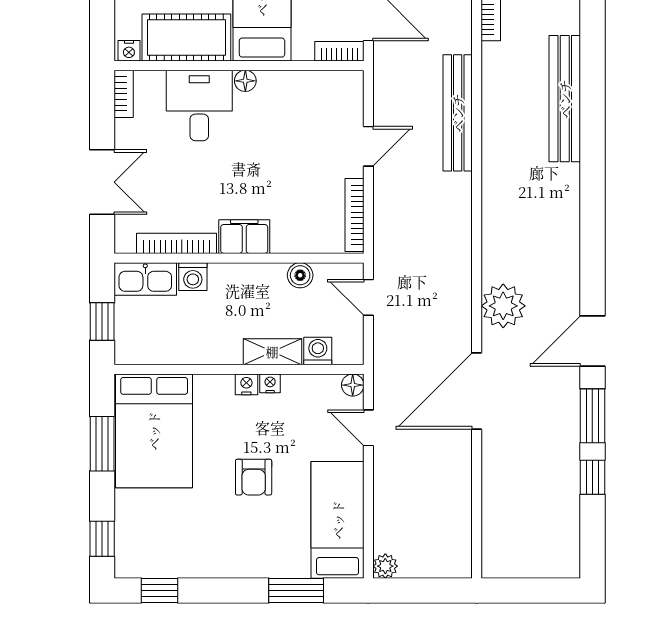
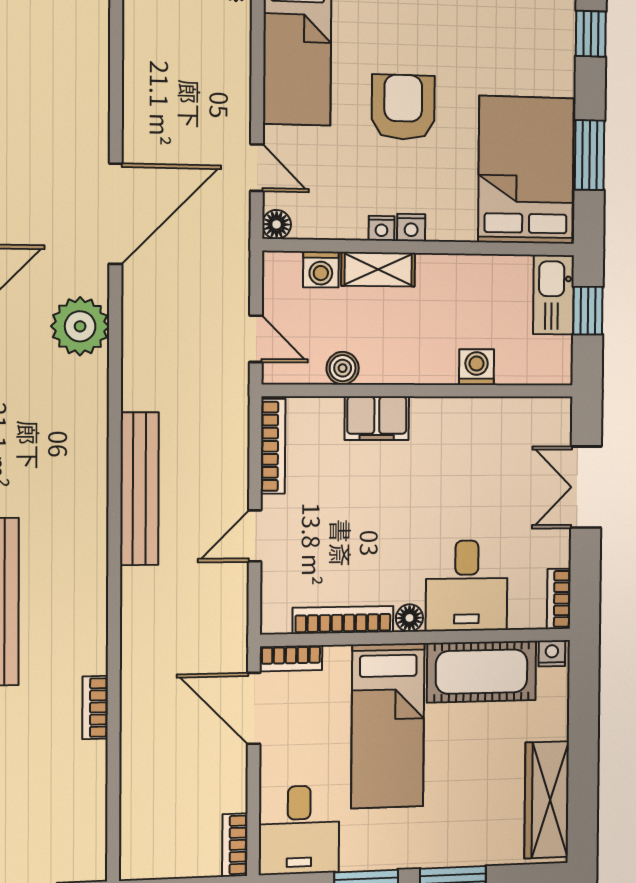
bench: (458, 113) -> (139, 489), moved
filing cabinet: (244, 237) -> (377, 418), moved
bookcase: (176, 243) -> (343, 620), moved, turned 180
kitchen sink: (145, 279) -> (554, 295), moved, turned -90
armchair: (254, 477) -> (403, 107), width x1.38, depth x1.38

